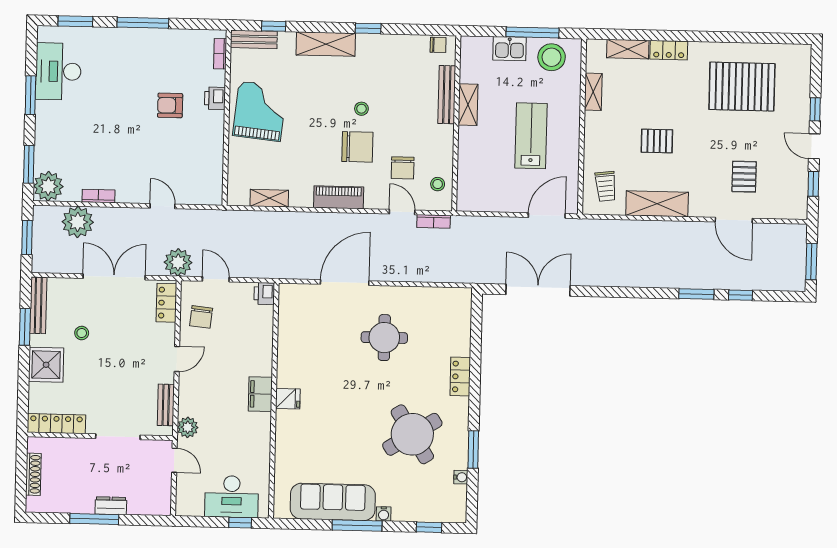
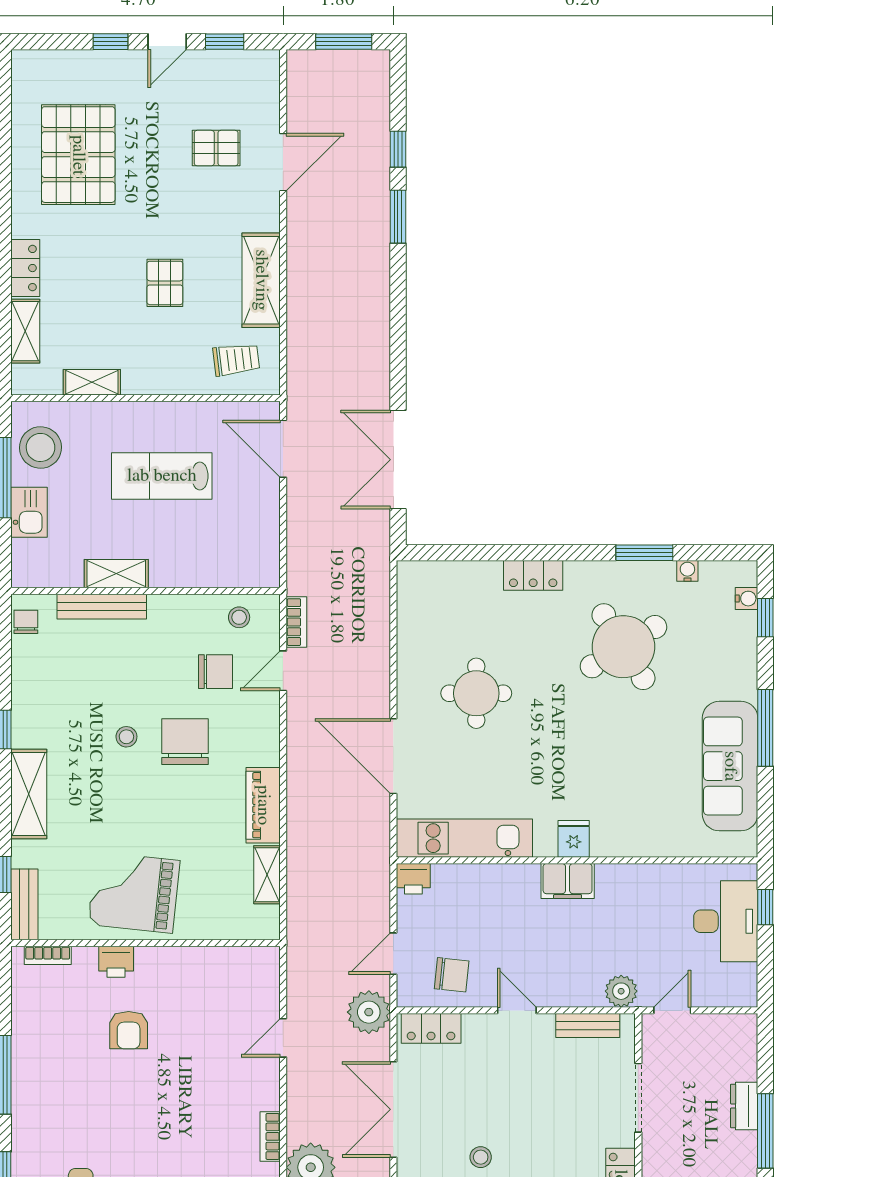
piano: (339, 197) -> (263, 805), moved
kitchen unit: (290, 327) -> (464, 838), added
water cooler: (384, 514) -> (747, 599), moved

